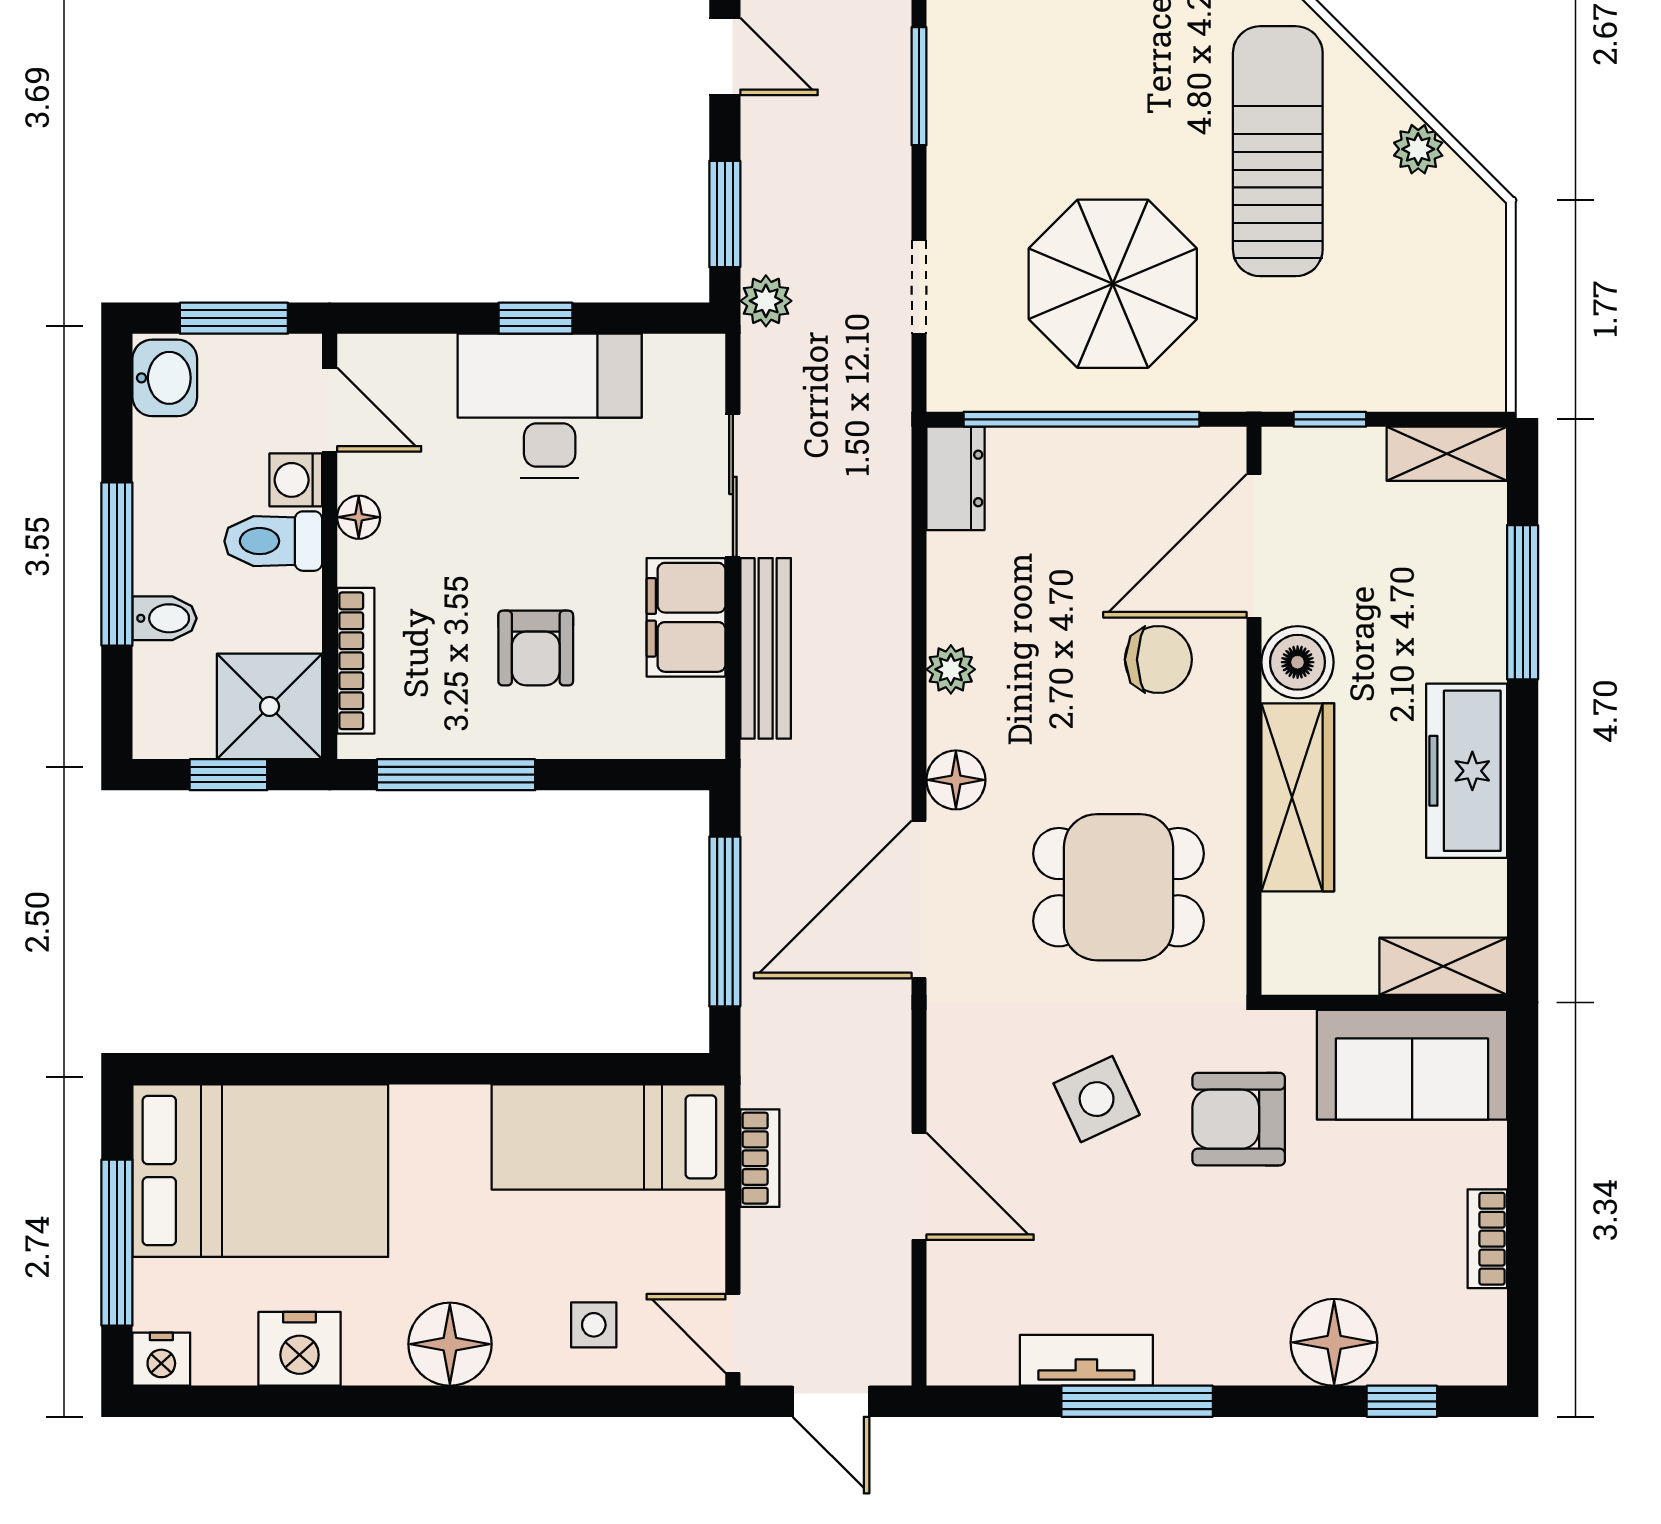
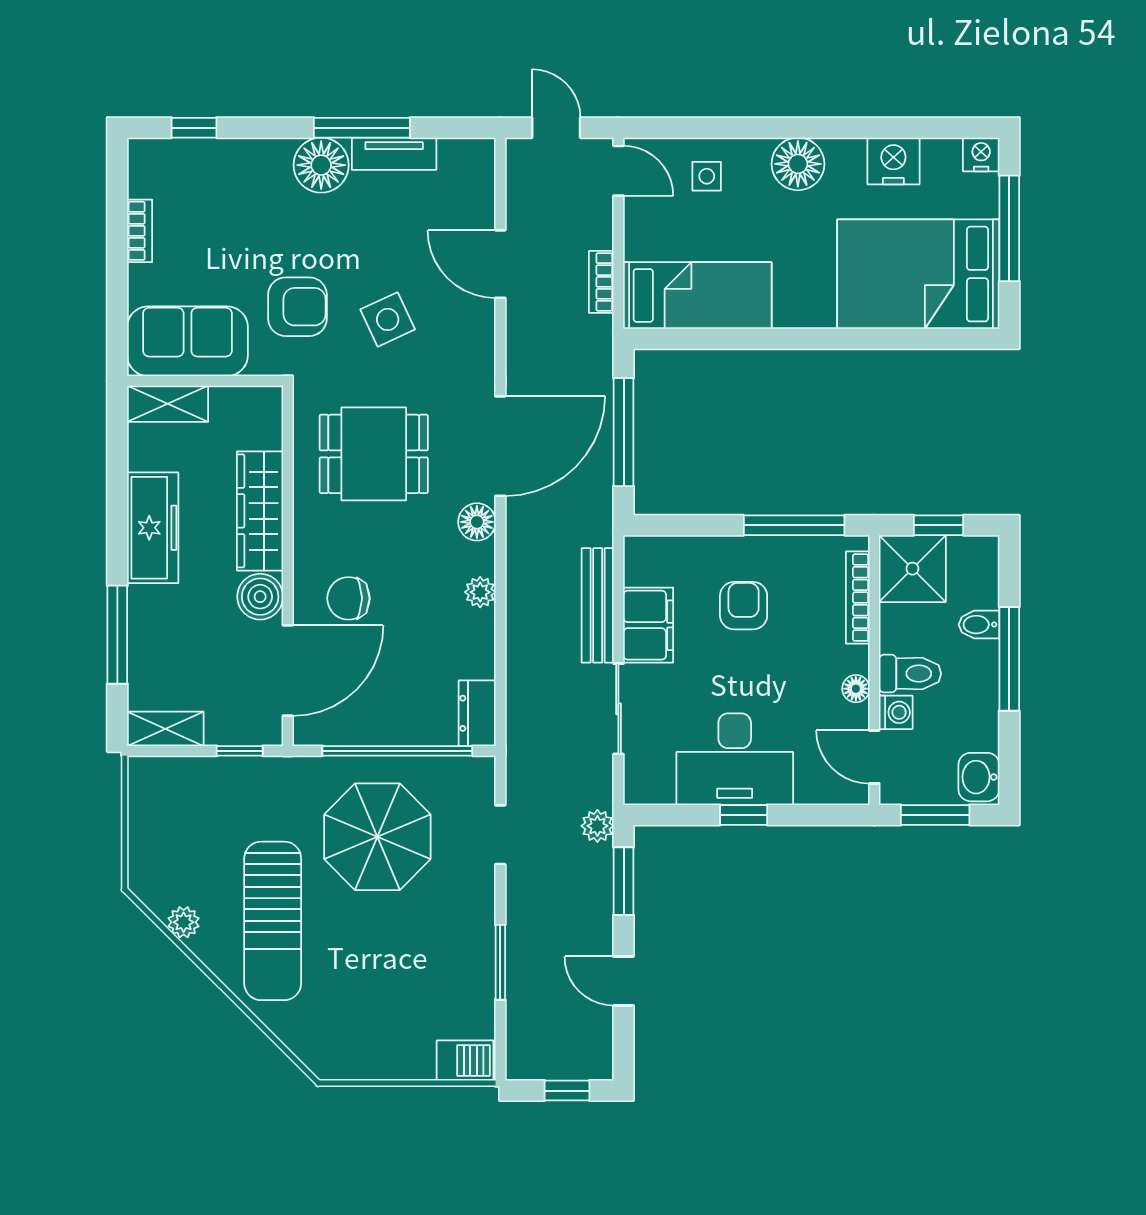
floor lamp: (1334, 1342) -> (321, 165), moved

